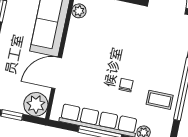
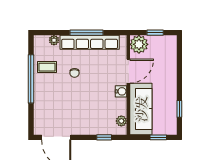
water cooler: (71, 49) -> (121, 91), added

